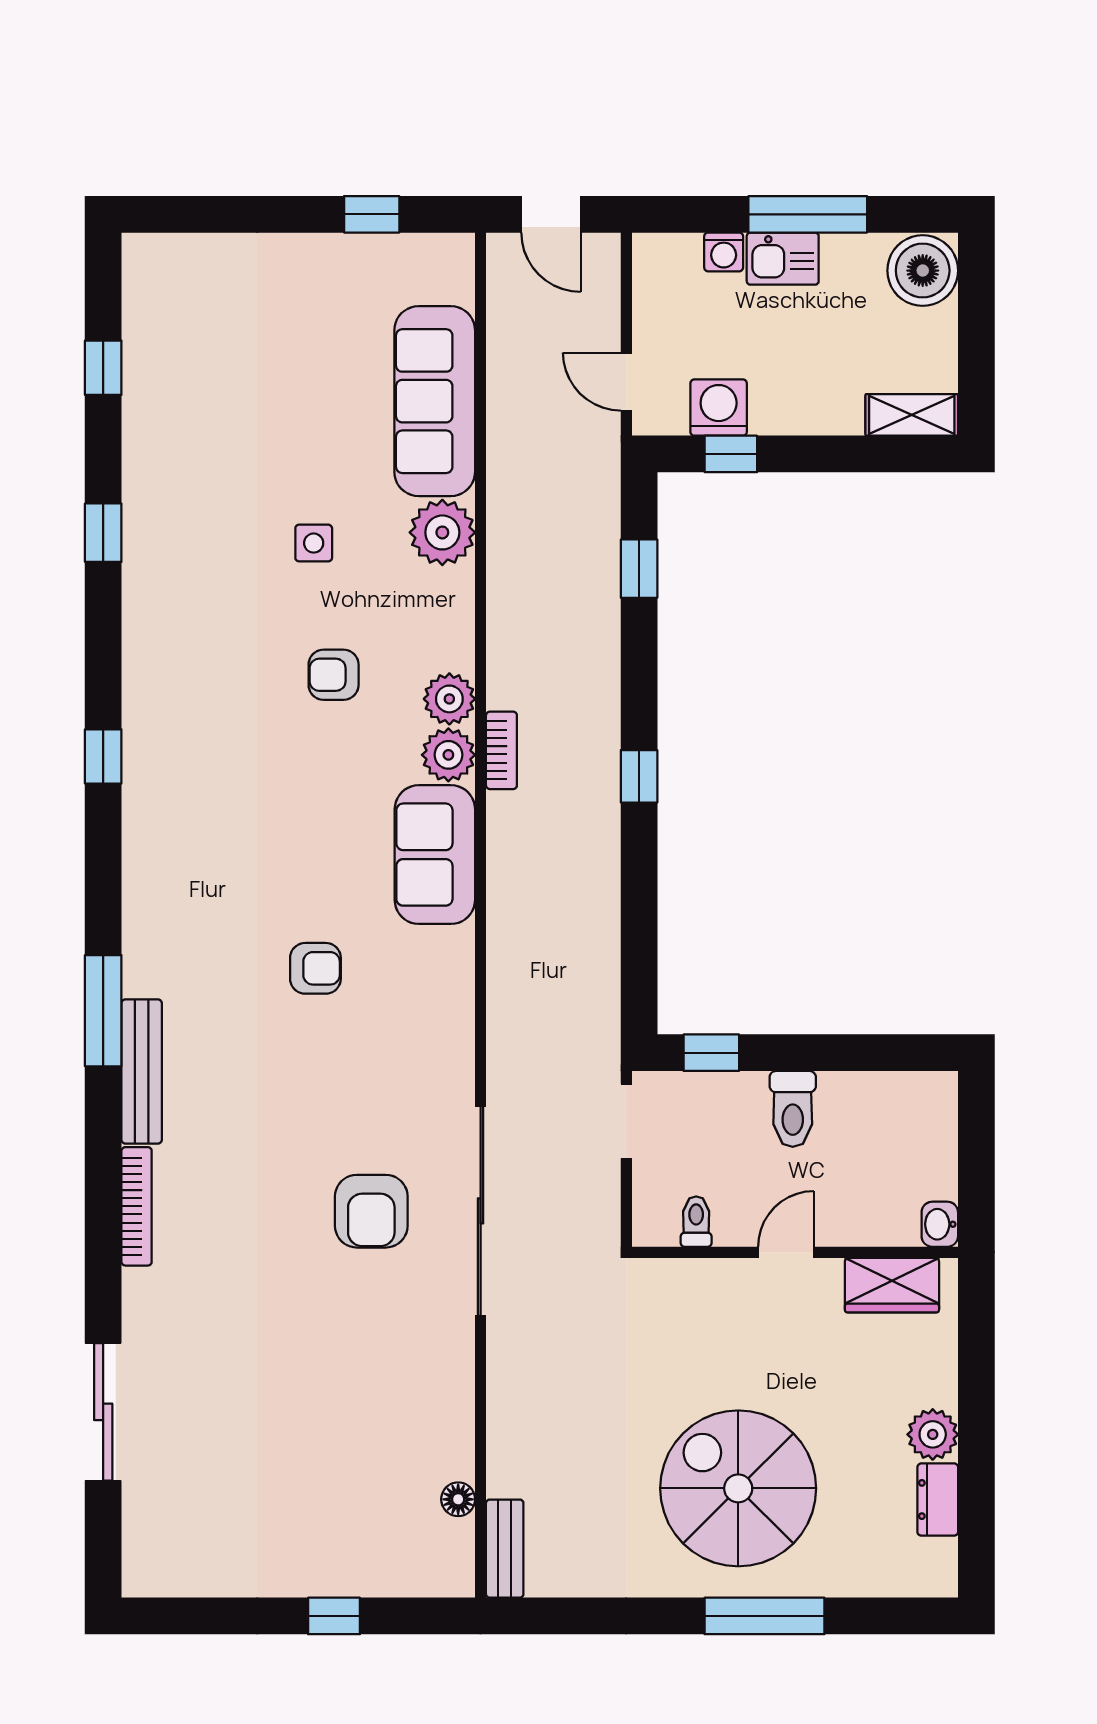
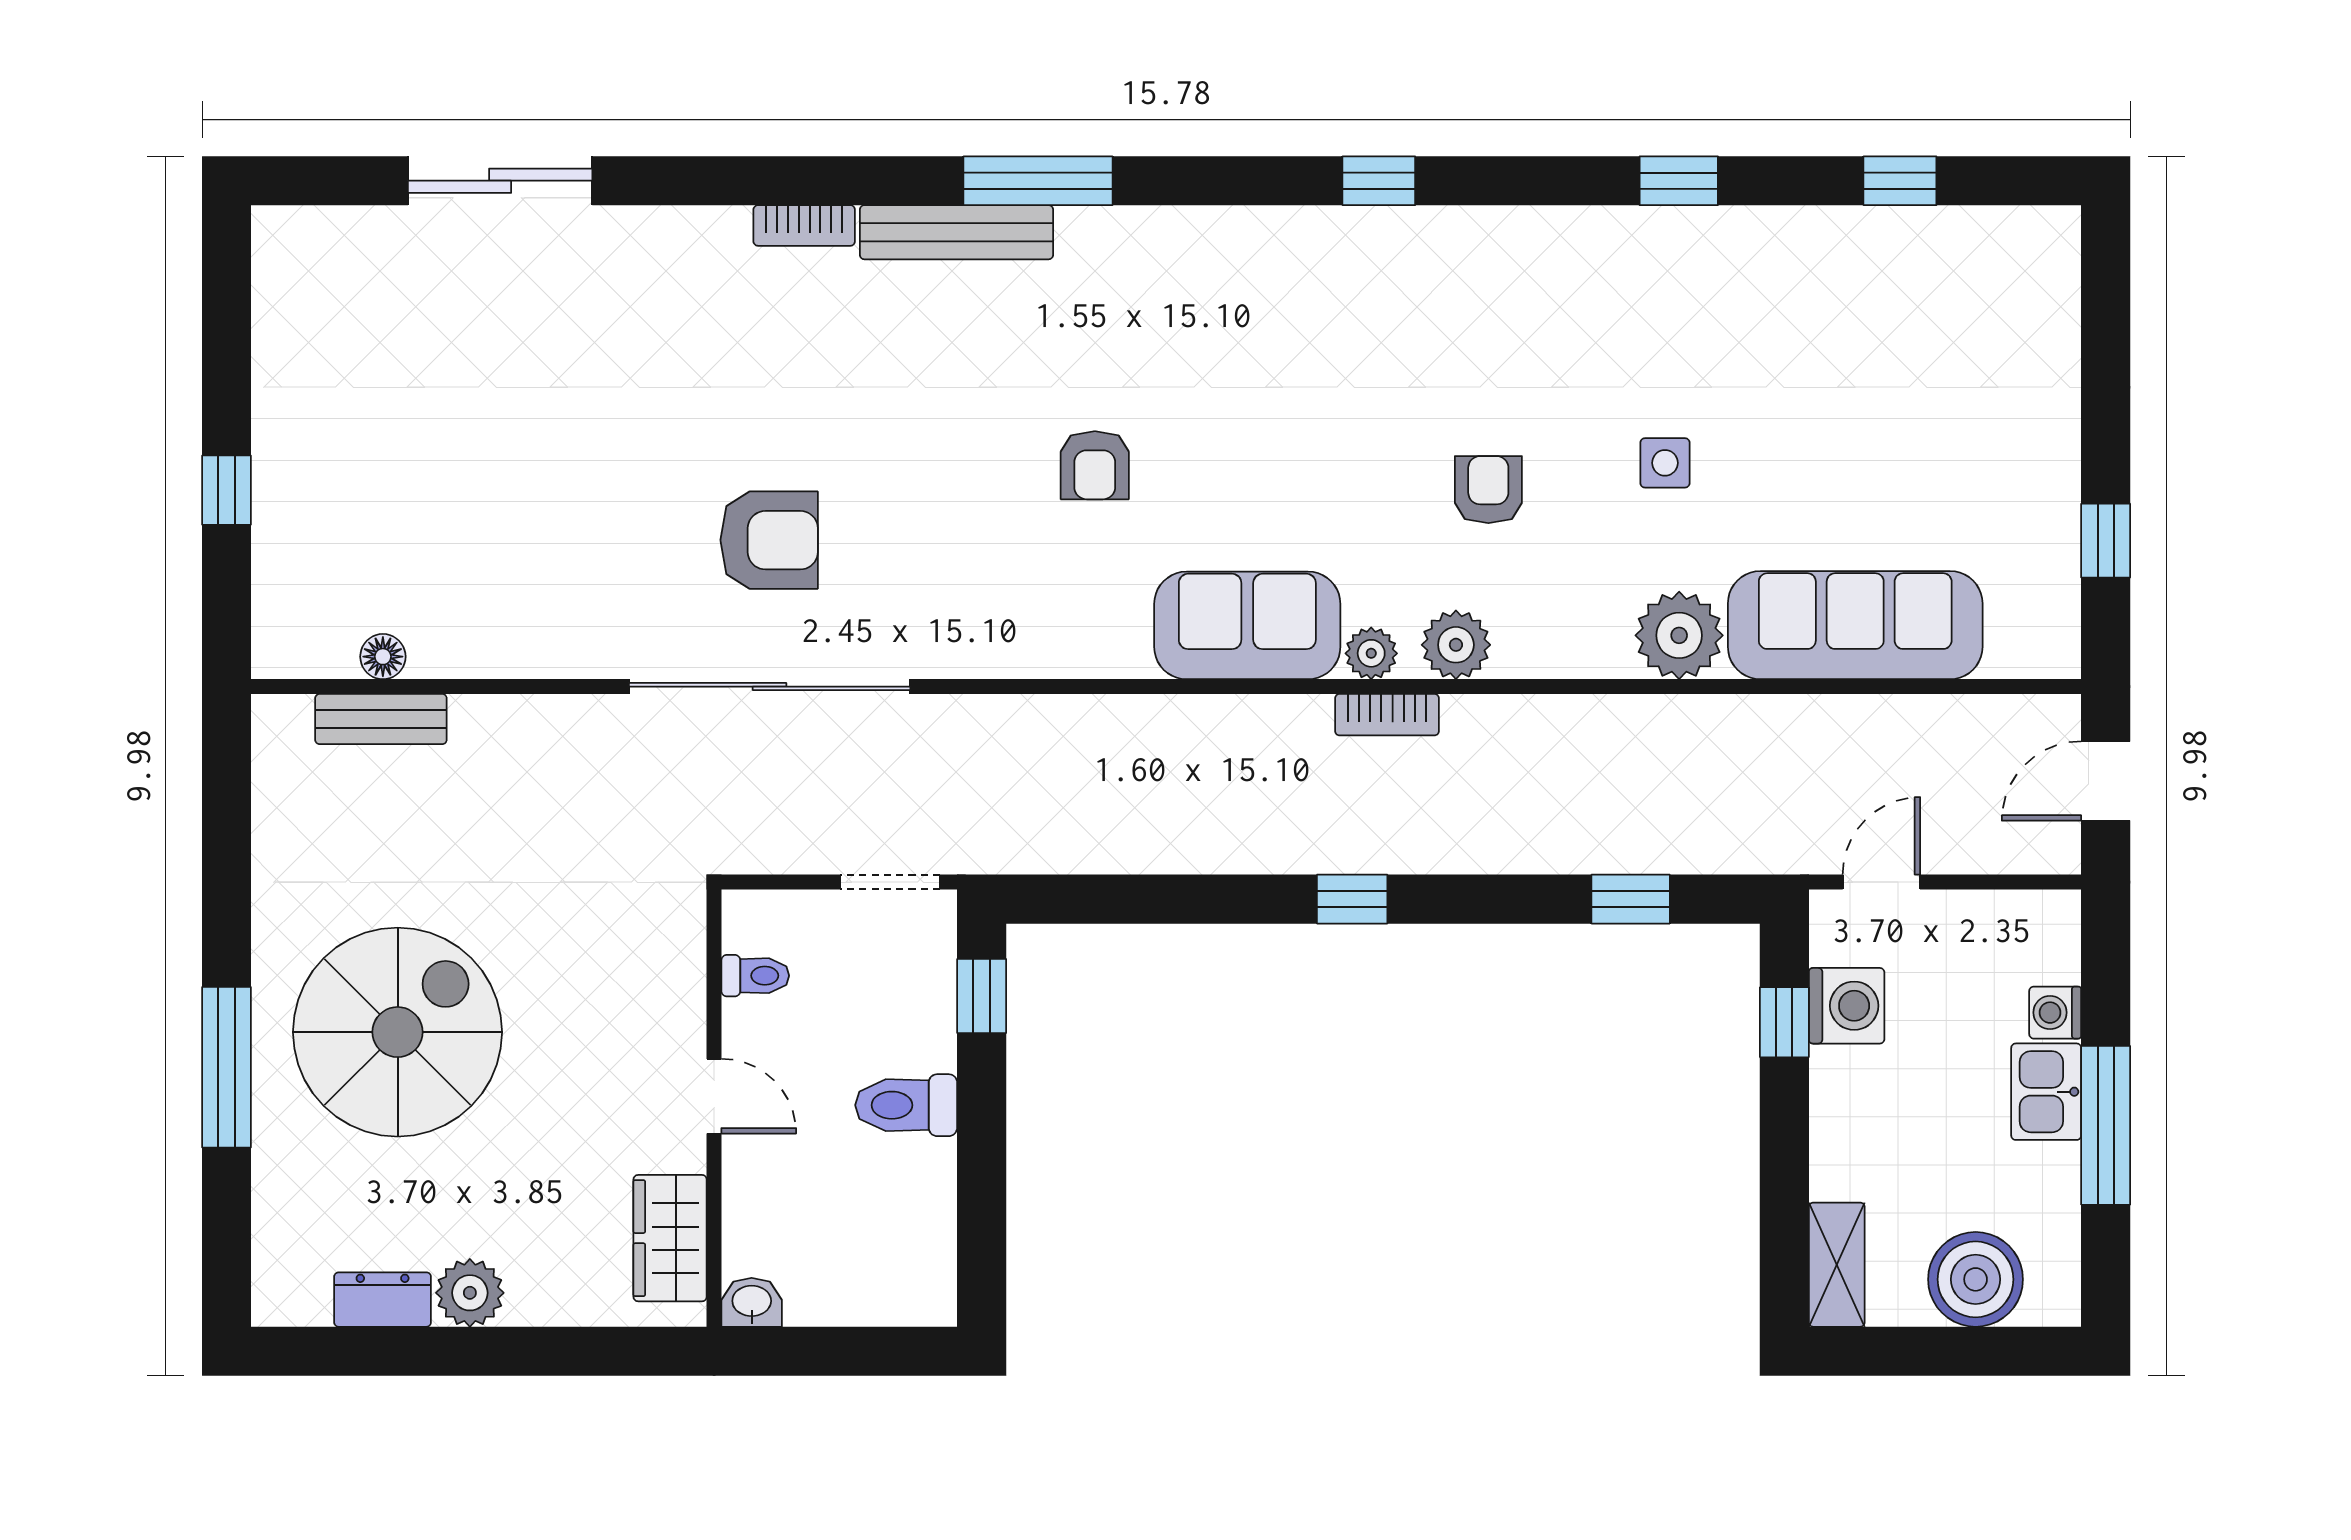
boiler: (923, 271) -> (1976, 1279), moved
plant: (448, 755) -> (1371, 653), width x0.73, depth x0.73
bookcase: (137, 1206) -> (804, 225), width x0.64
armchair: (371, 1211) -> (769, 540), turned 180
bench: (505, 1549) -> (381, 719), moved

